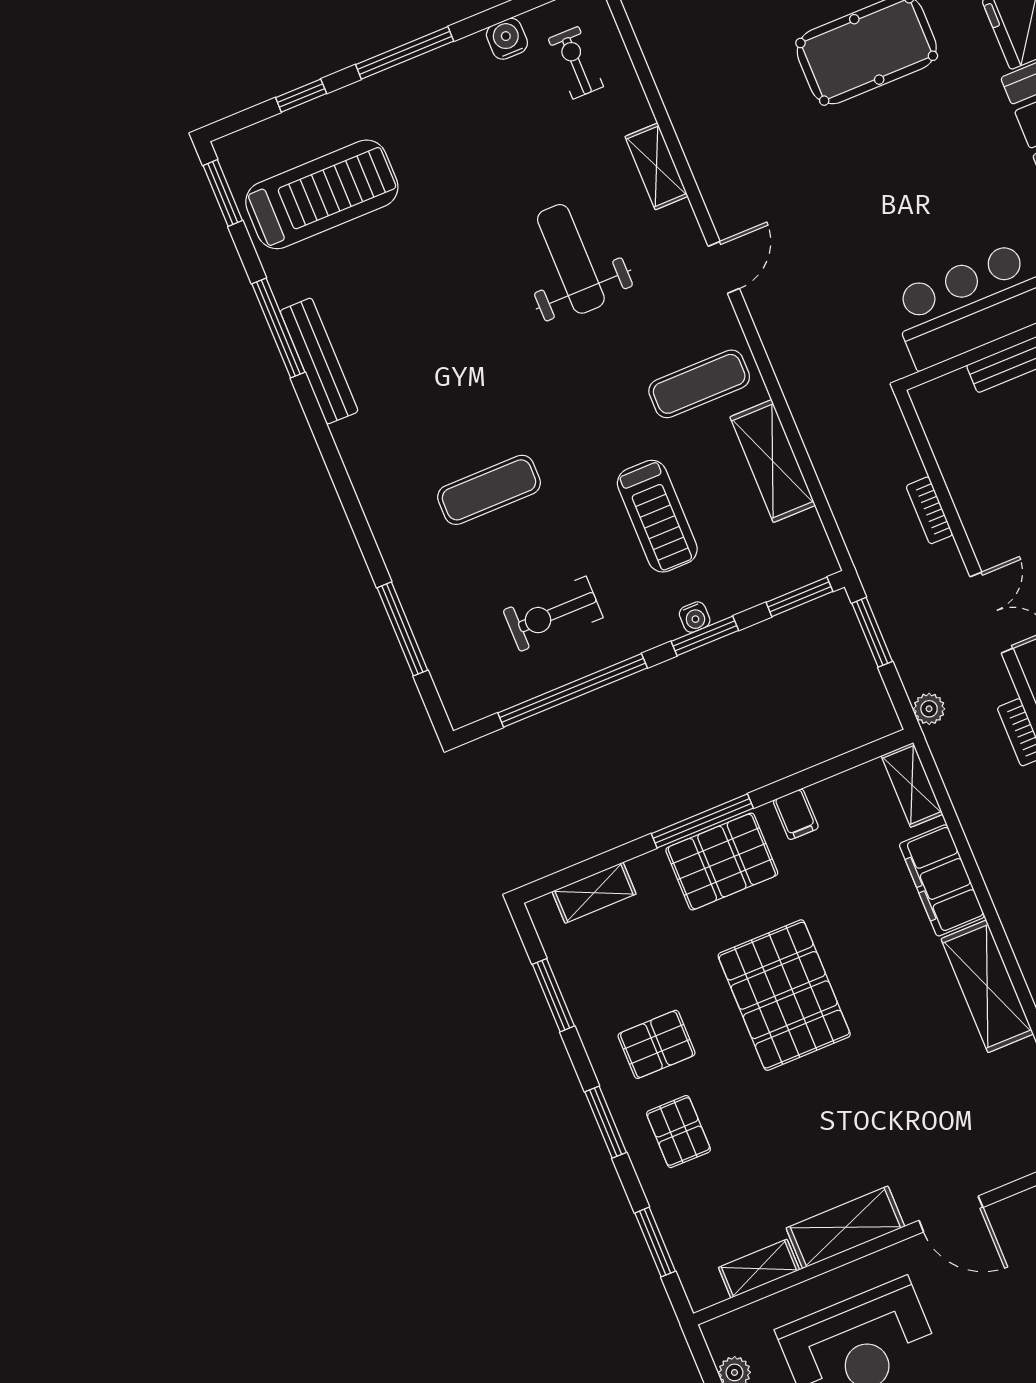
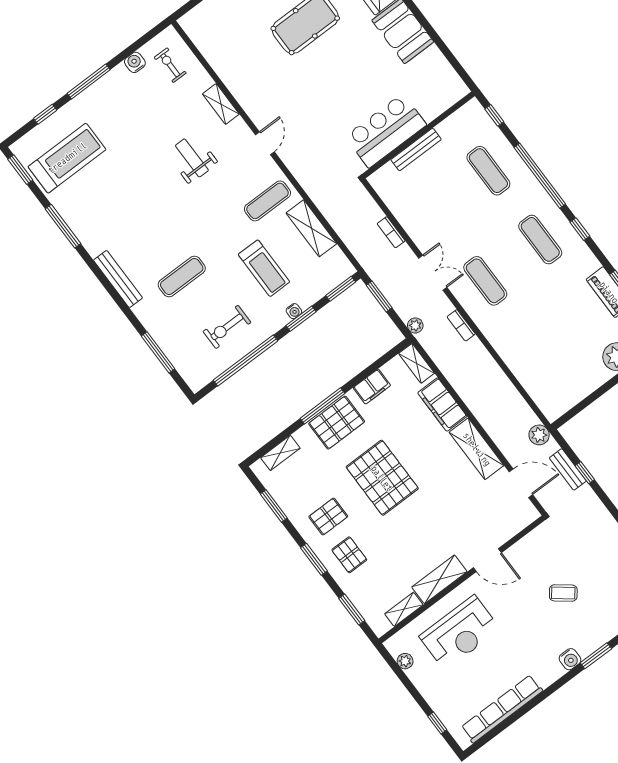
weight bench: (571, 259) -> (192, 158), width x0.73, depth x0.75
bench: (319, 361) -> (118, 279), moved
filing cabinet: (796, 814) -> (372, 387), width x2.00

